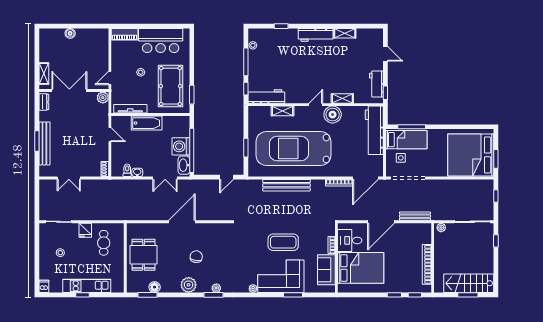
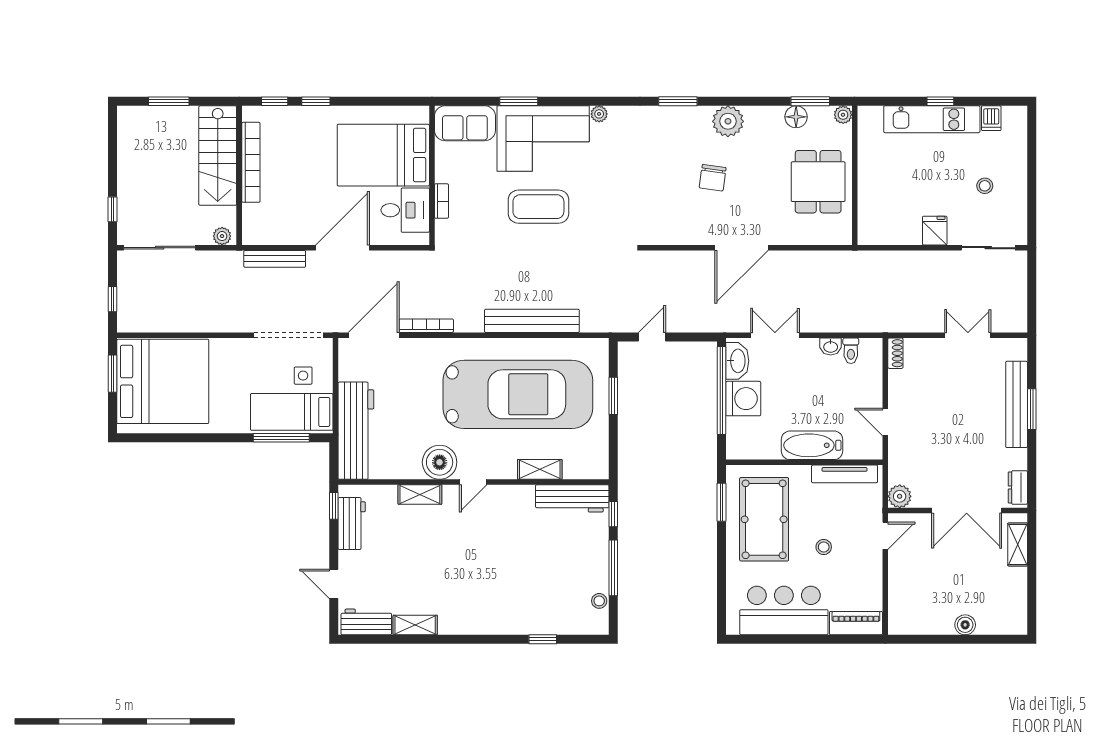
workbench: (316, 35) -> (366, 622), moved, width x0.73
cafe table: (104, 243) -> (898, 205), removed
sofa: (326, 270) -> (465, 123), moved, turned 90
stairs: (469, 283) -> (218, 156), moved, turned 90
dishwasher: (44, 286) -> (991, 118), moved
plant: (216, 288) -> (843, 115), moved

